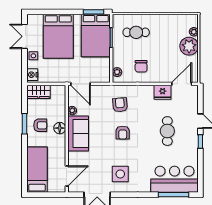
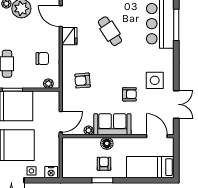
wardrobe: (38, 92) -> (69, 166), removed
cafe table: (167, 131) -> (110, 31), turned 57
armchair: (123, 133) -> (129, 94), moved

